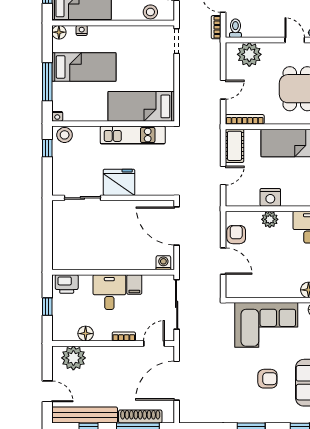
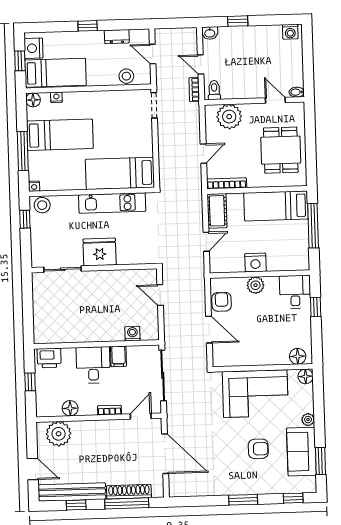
door: (177, 226) -> (160, 295), width x0.53
washing machine: (163, 263) -> (132, 334), moved
door: (177, 381) -> (165, 454), swing flipped

